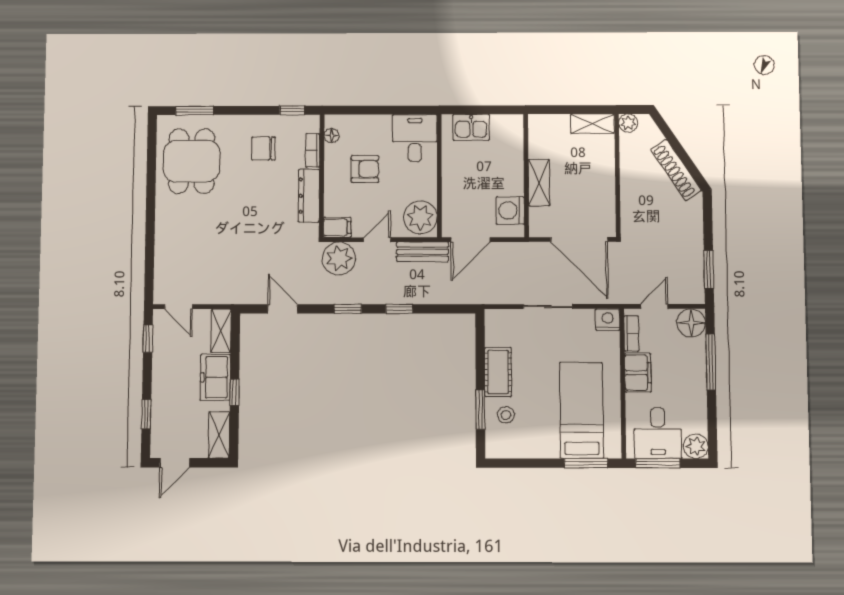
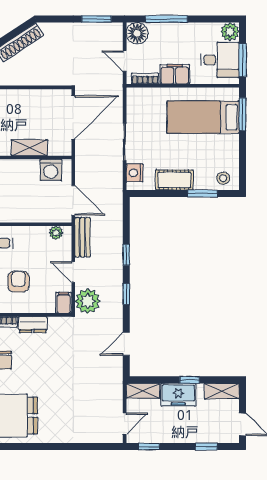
dresser: (309, 196) -> (33, 325), width x0.70
plant: (420, 217) -> (56, 233), width x0.53, depth x0.53
nightstand: (608, 320) -> (135, 173), moved
stool: (506, 415) -> (223, 178), moved

